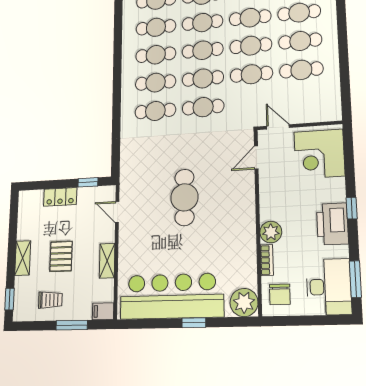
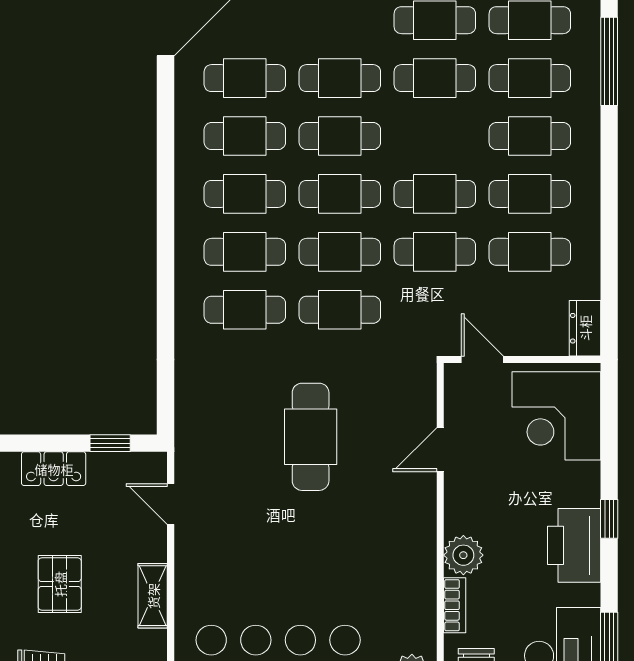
cafe table: (250, 18) -> (435, 136), removed
dresser: (333, 107) -> (585, 328), added
door: (256, 157) -> (440, 450), moved
cafe table: (184, 197) -> (311, 437), moved

